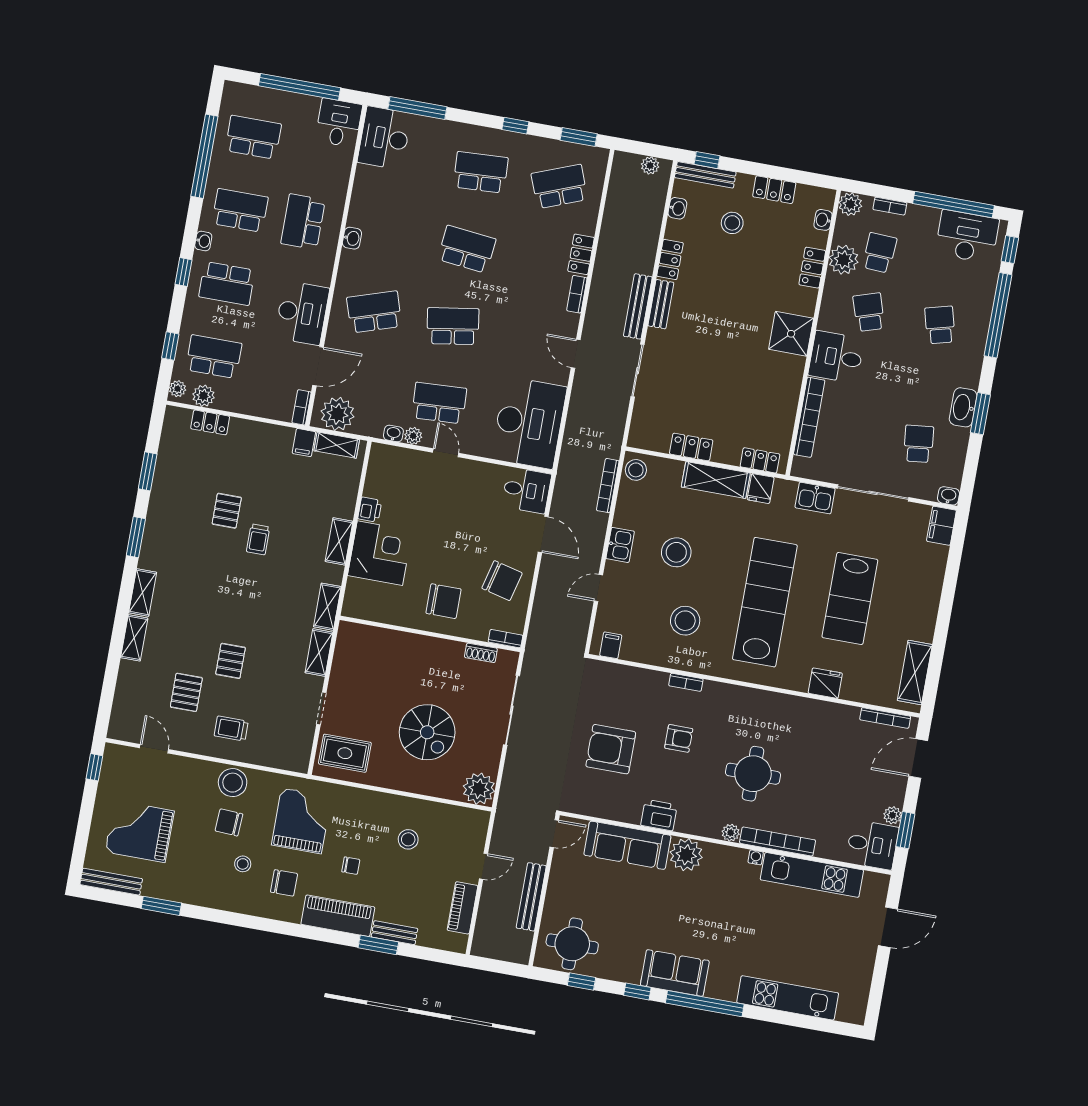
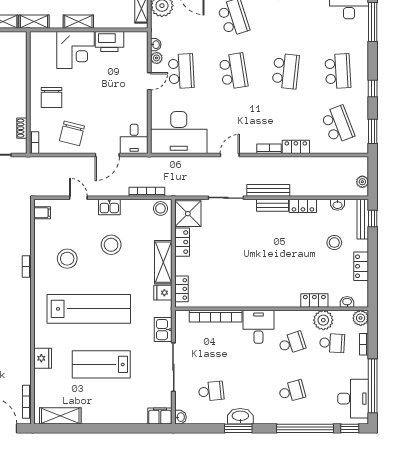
shower: (791, 334) -> (188, 214), moved
printer: (370, 510) -> (109, 41), width x1.87, depth x1.48

